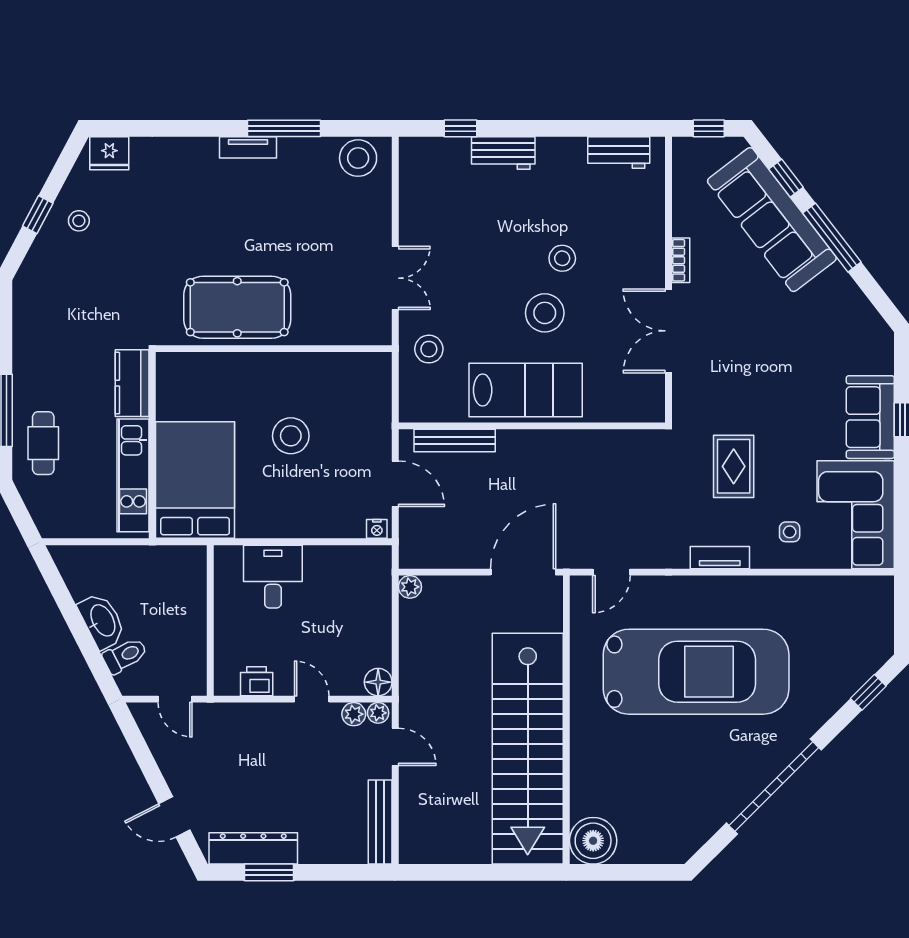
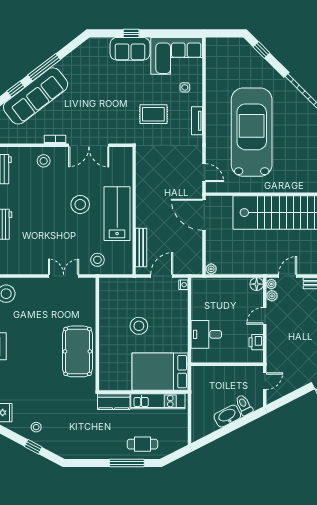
stool: (562, 258) -> (44, 161), moved

